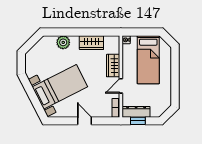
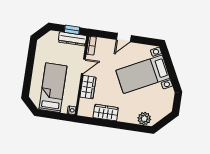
plant: (63, 42) -> (144, 119), moved
door: (85, 121) -> (124, 38), hinge flipped

